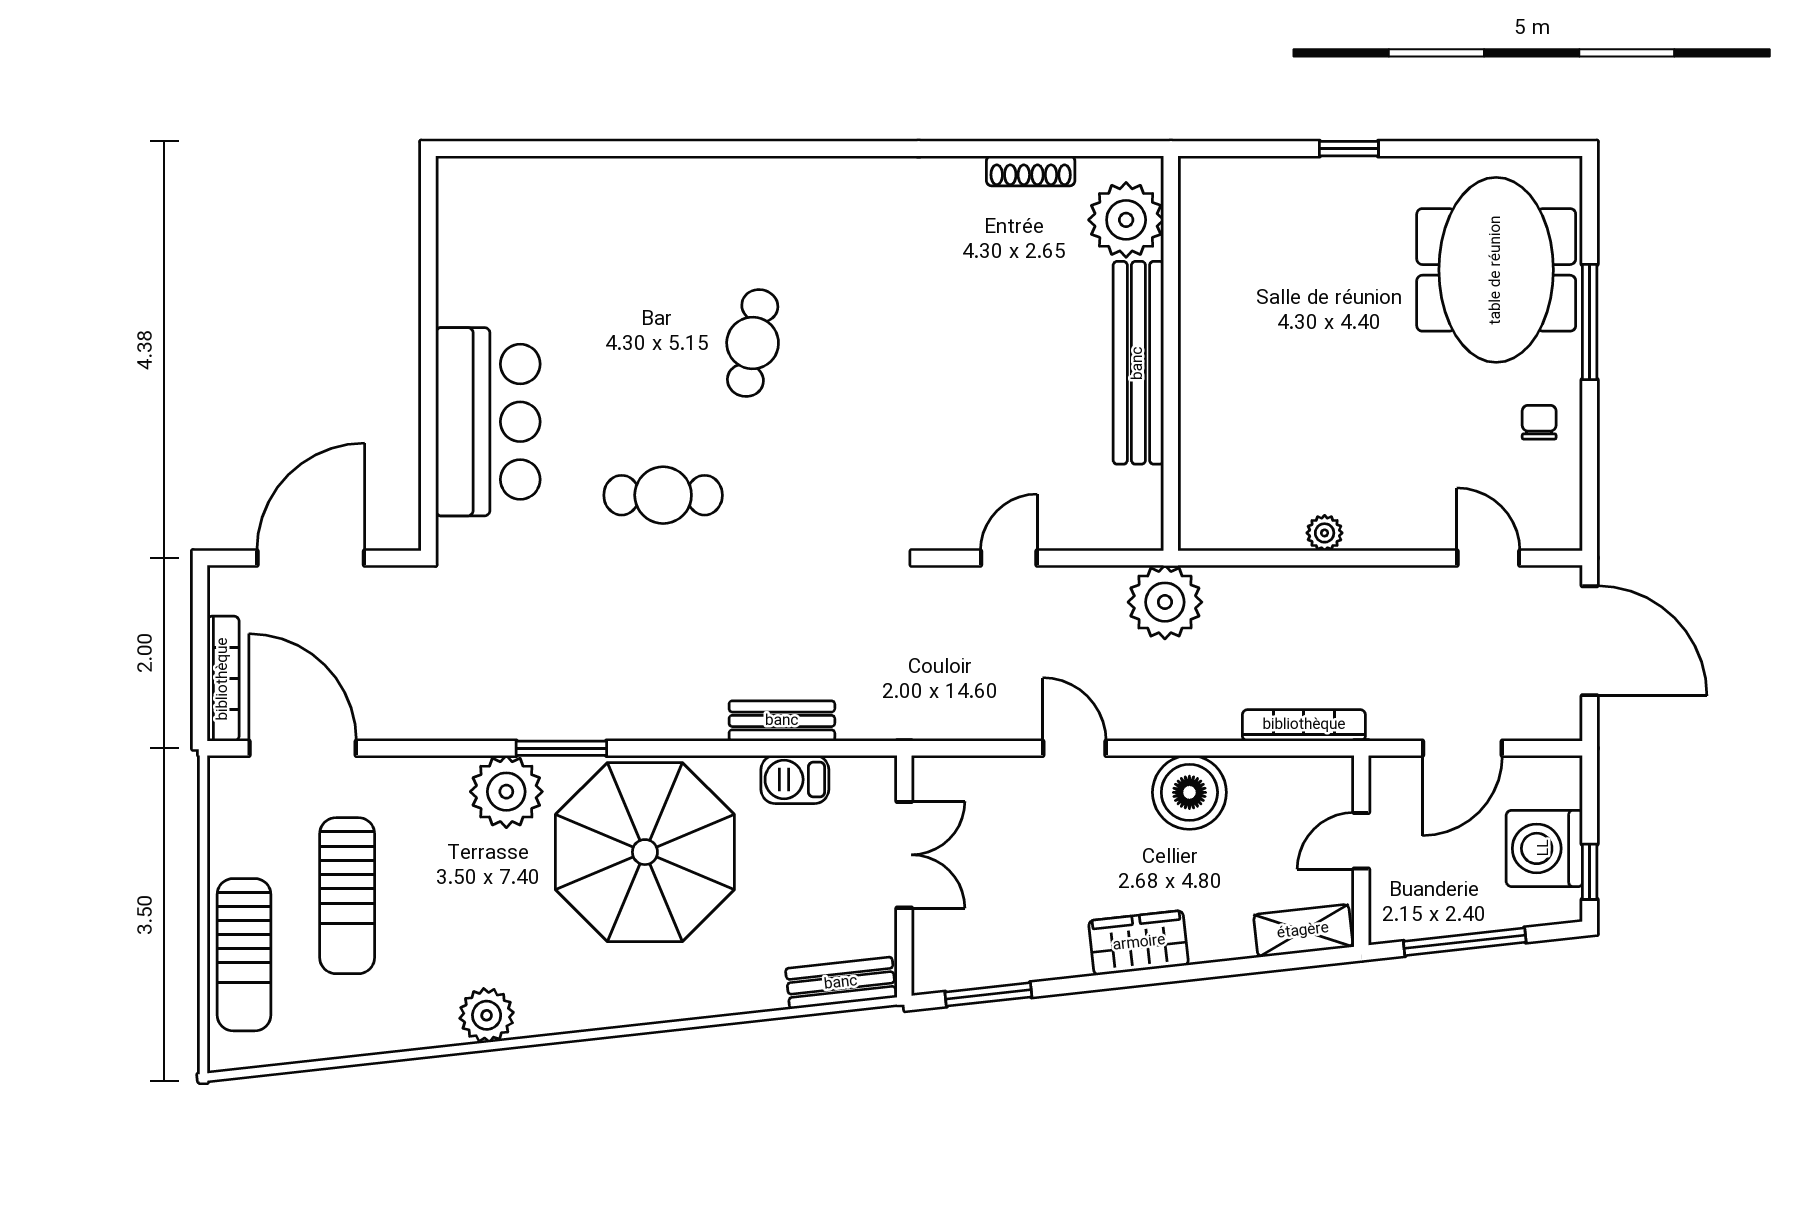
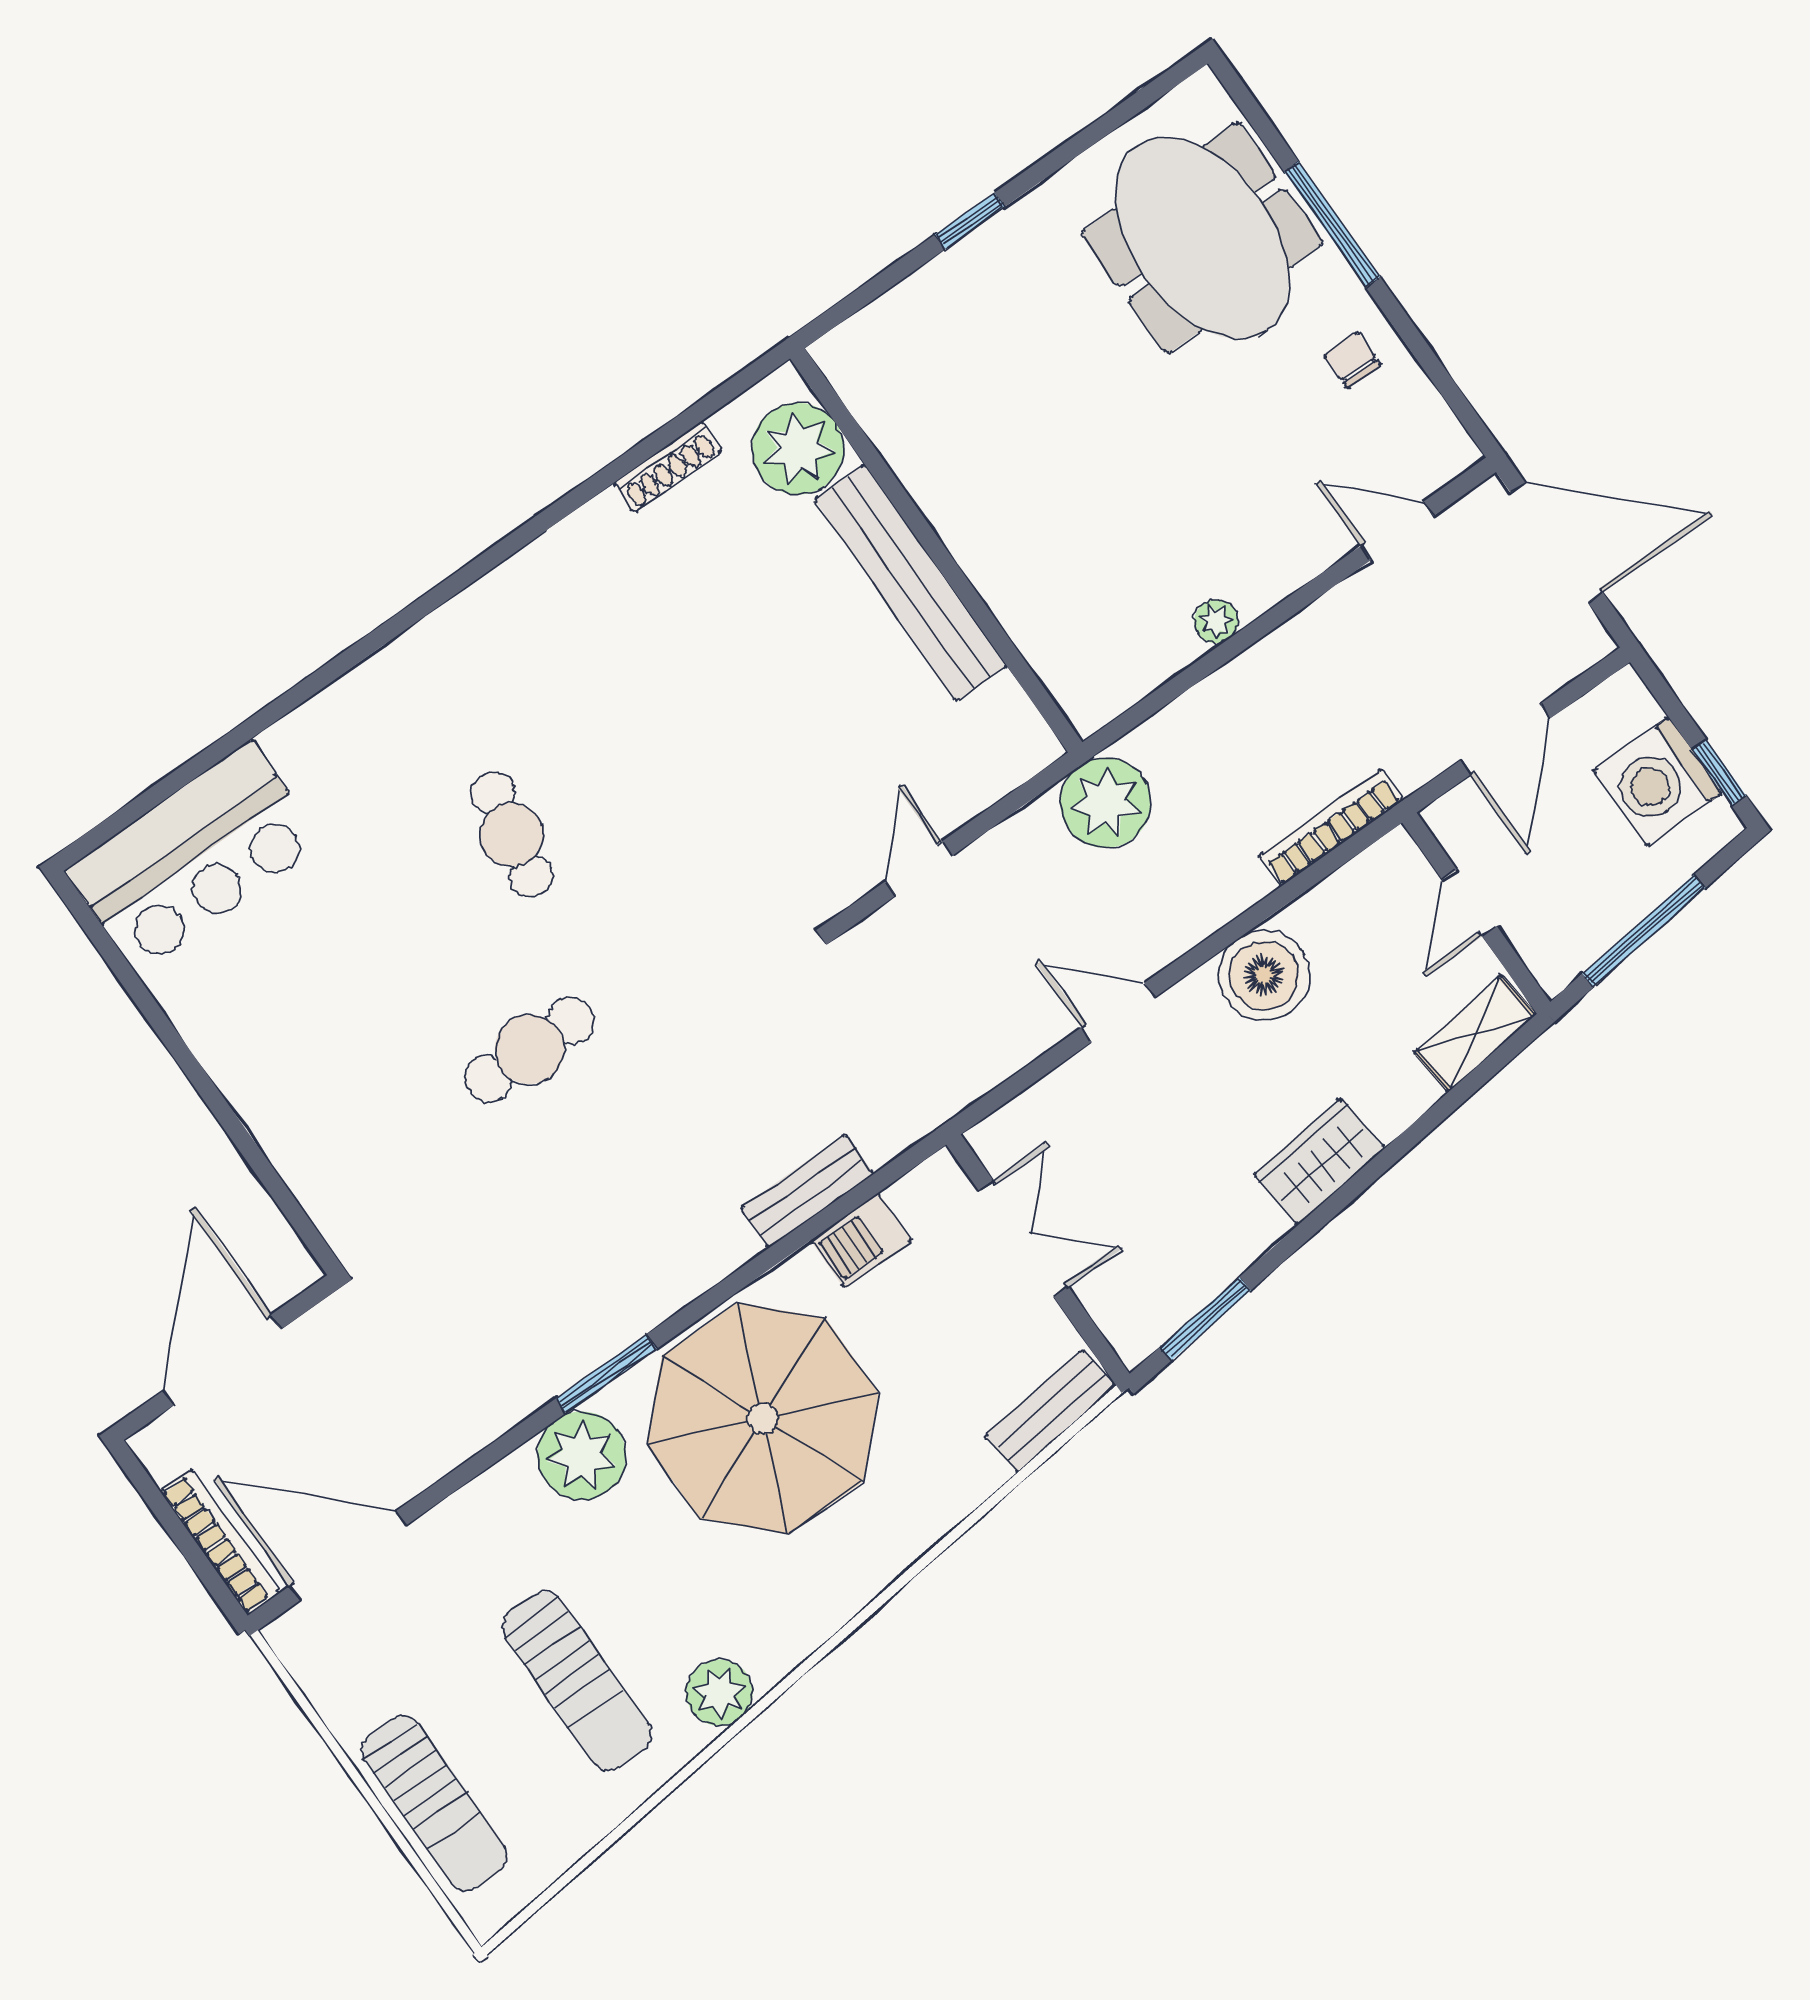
bar counter: (488, 422) -> (194, 857), moved, turned 90
sun lounger: (347, 896) -> (577, 1681), moved

